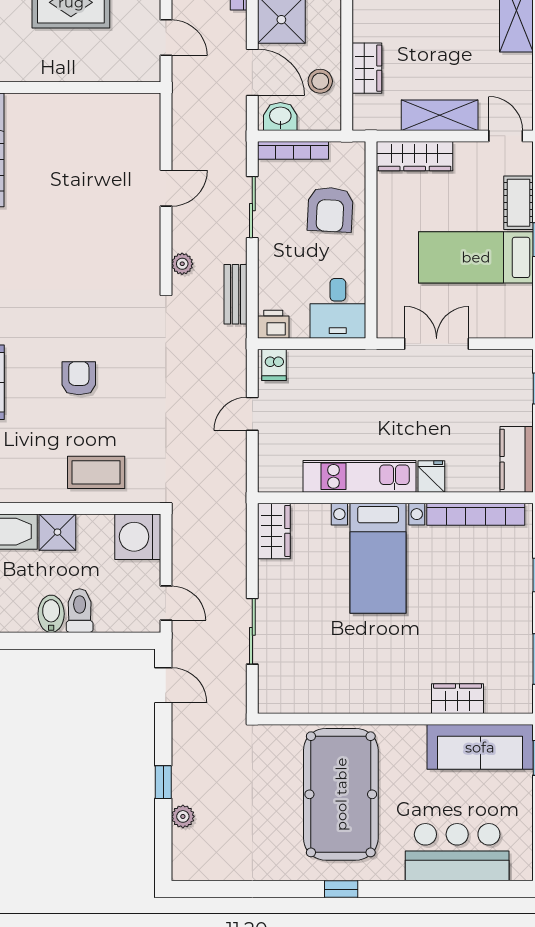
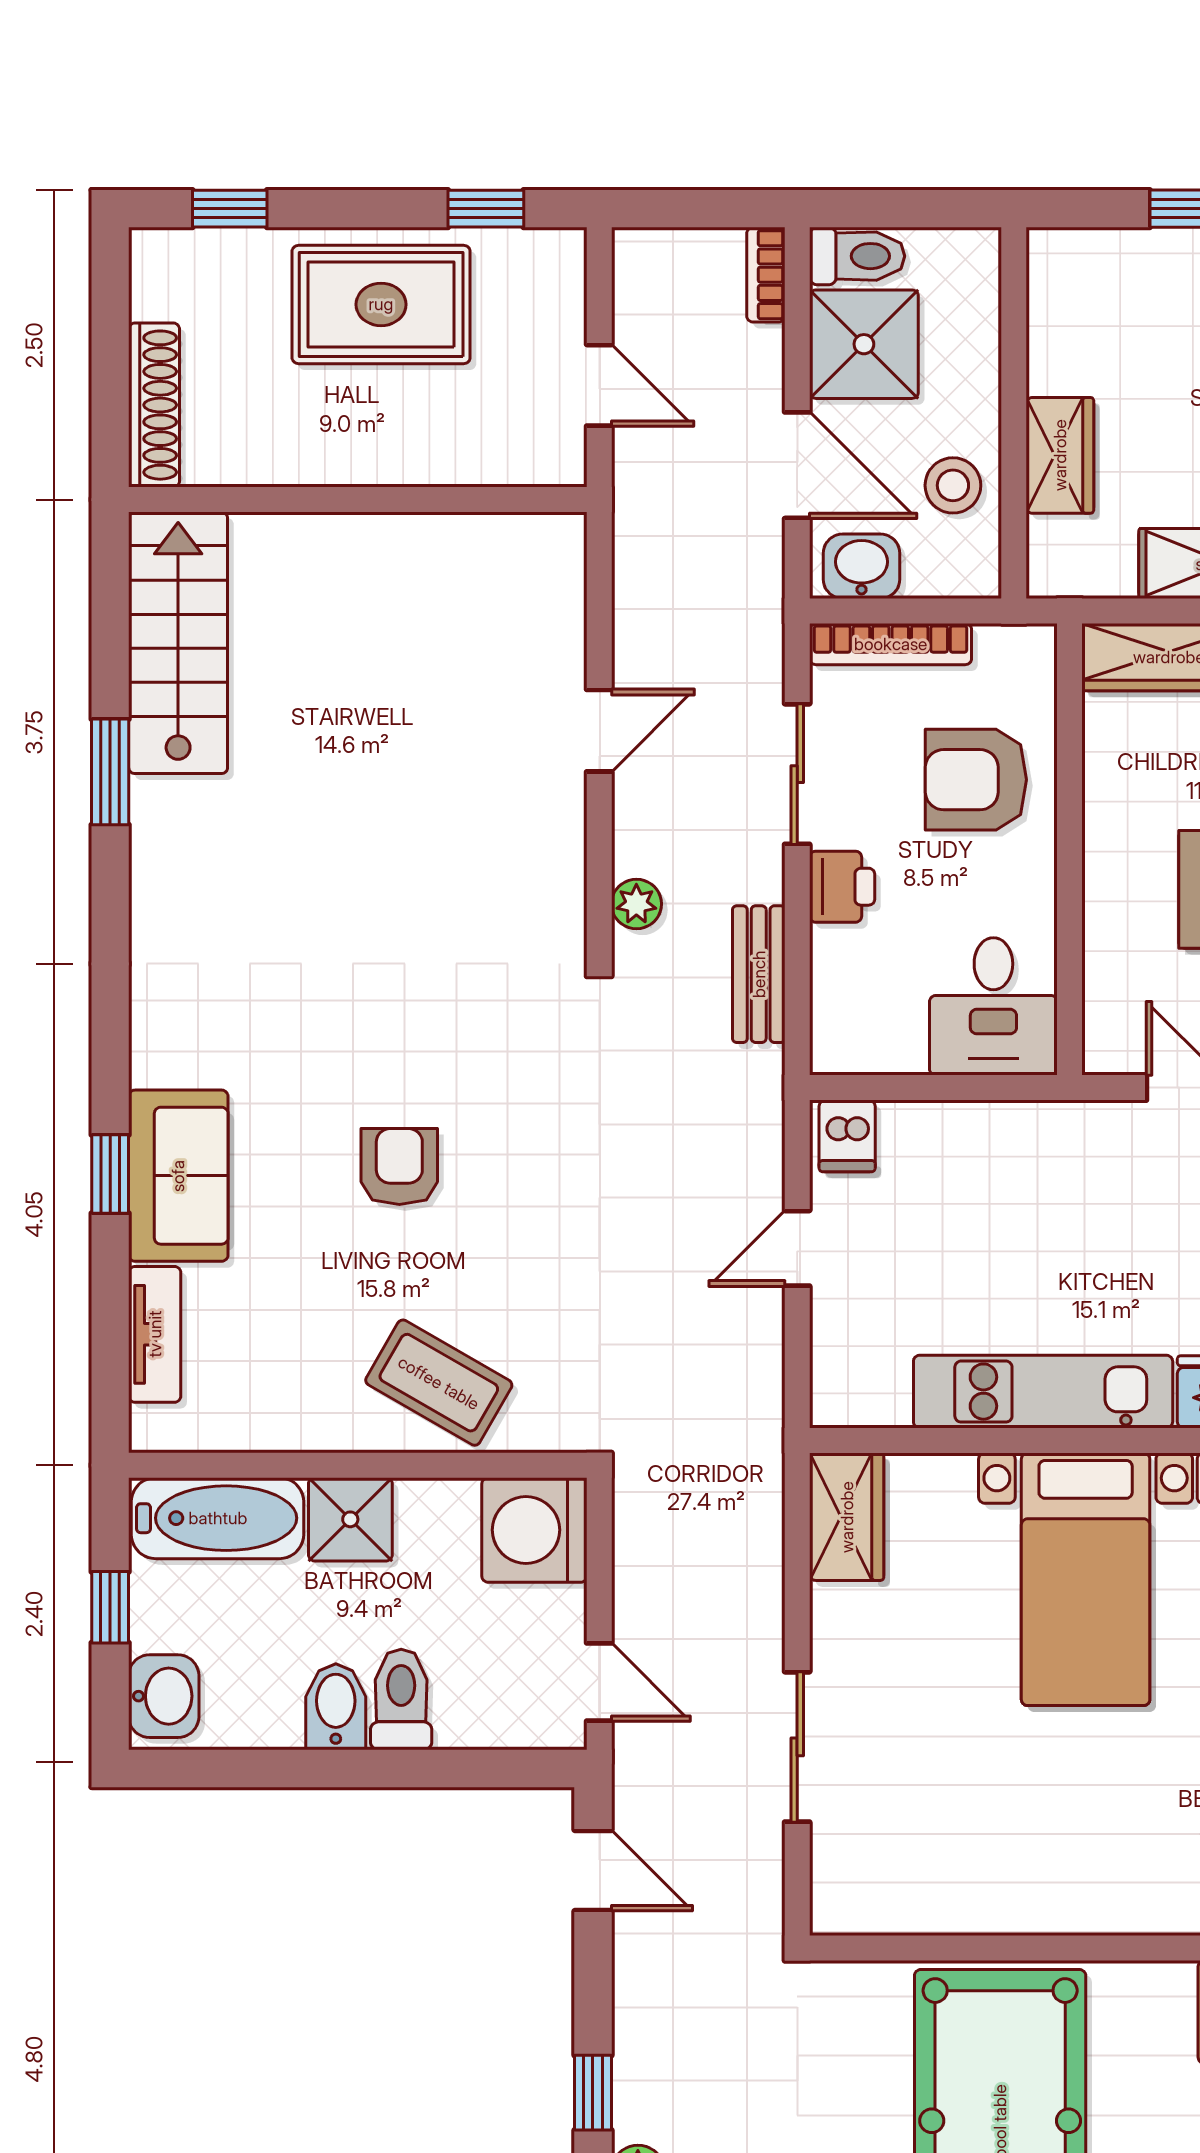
armchair: (330, 210) -> (976, 780), turned 87
printer: (273, 324) -> (842, 887), moved, turned 90
coffee table: (96, 472) -> (439, 1383), turned 30

